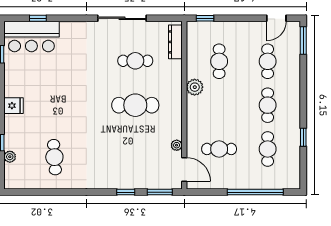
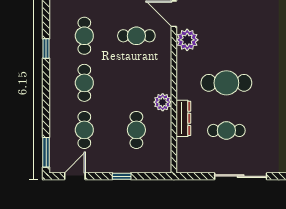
window: (205, 18) -> (122, 176), moved
dresser: (175, 42) -> (183, 118), moved
plant: (177, 145) -> (187, 40), width x1.88, depth x1.88

